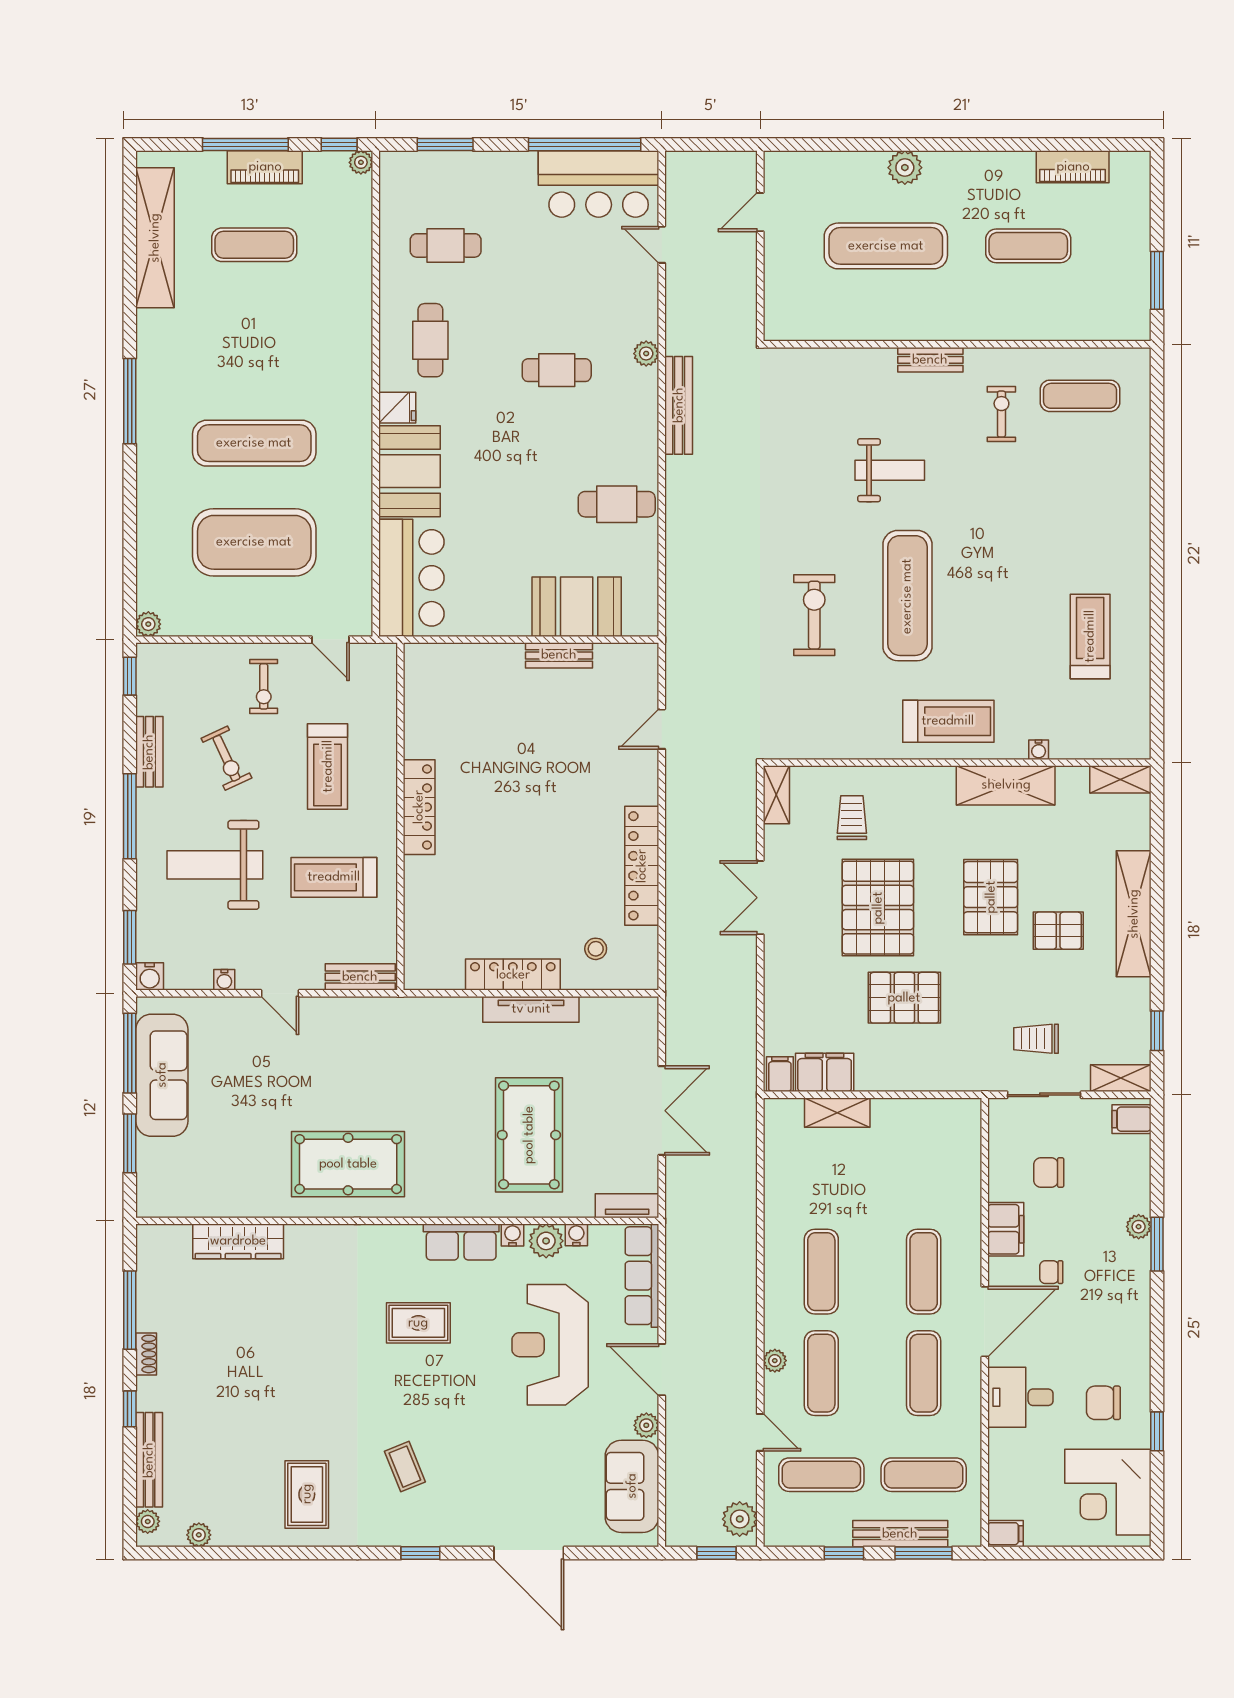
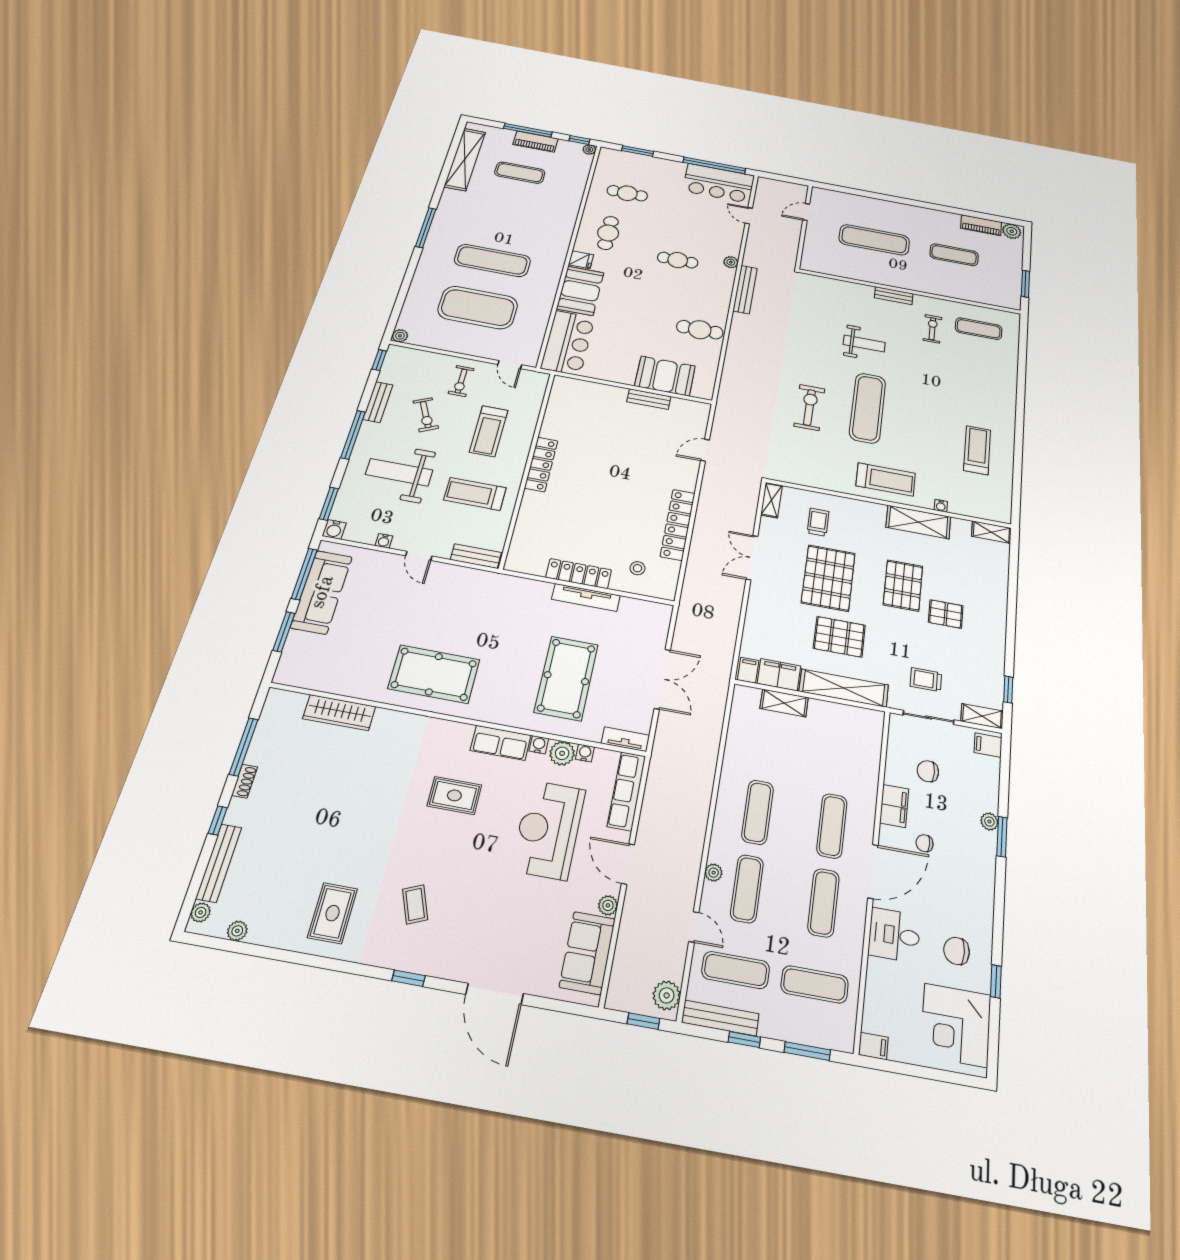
plant: (905, 168) -> (1012, 231), moved
shelving: (1134, 914) -> (844, 688), moved, turned 90
bench: (900, 1534) -> (720, 1018), moved

